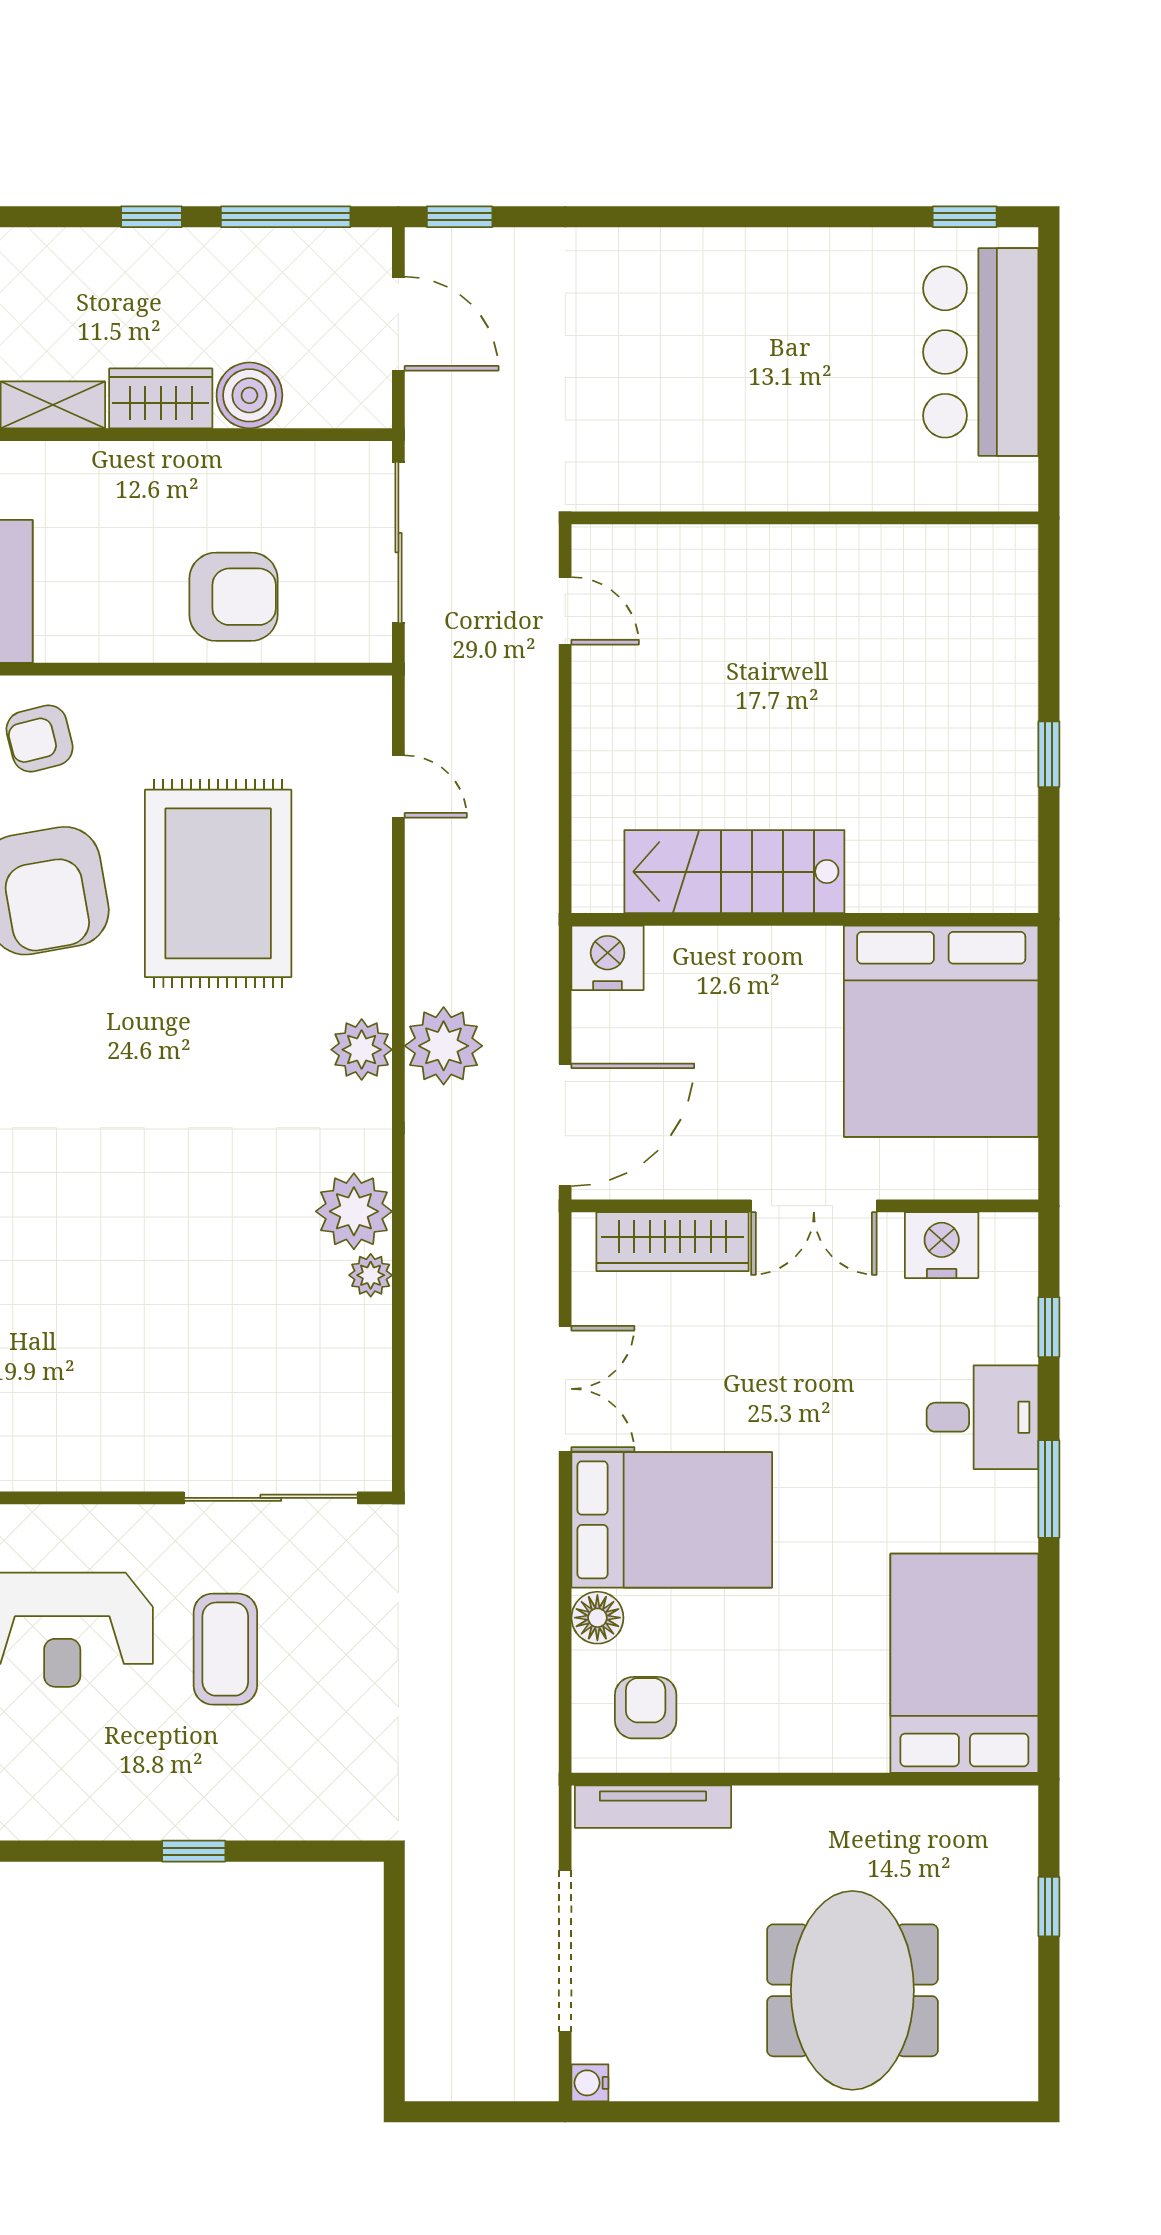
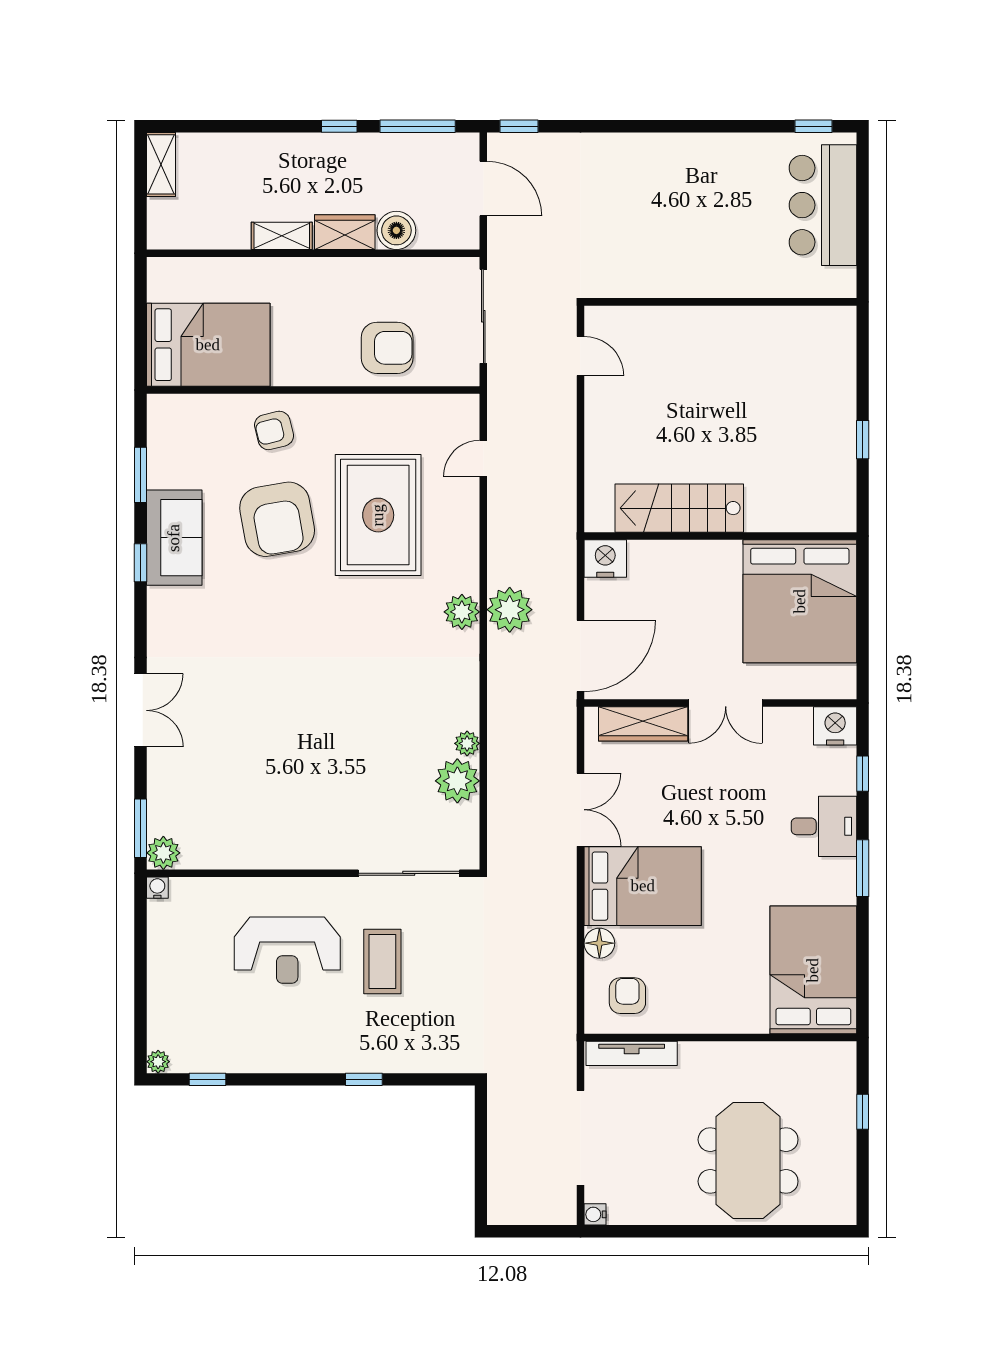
door: (398, 786) -> (483, 458), swing flipped
plant: (354, 1211) -> (457, 781), moved
nightstand: (942, 1245) -> (835, 726), moved

